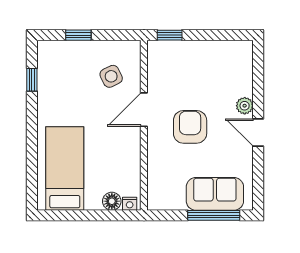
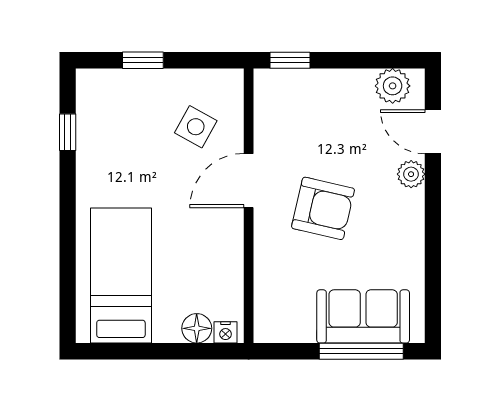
plant: (233, 51) -> (393, 86), added
side table: (111, 76) -> (196, 127), turned -35
armchair: (190, 127) -> (323, 208), turned 103
door: (258, 133) -> (433, 132), moved

